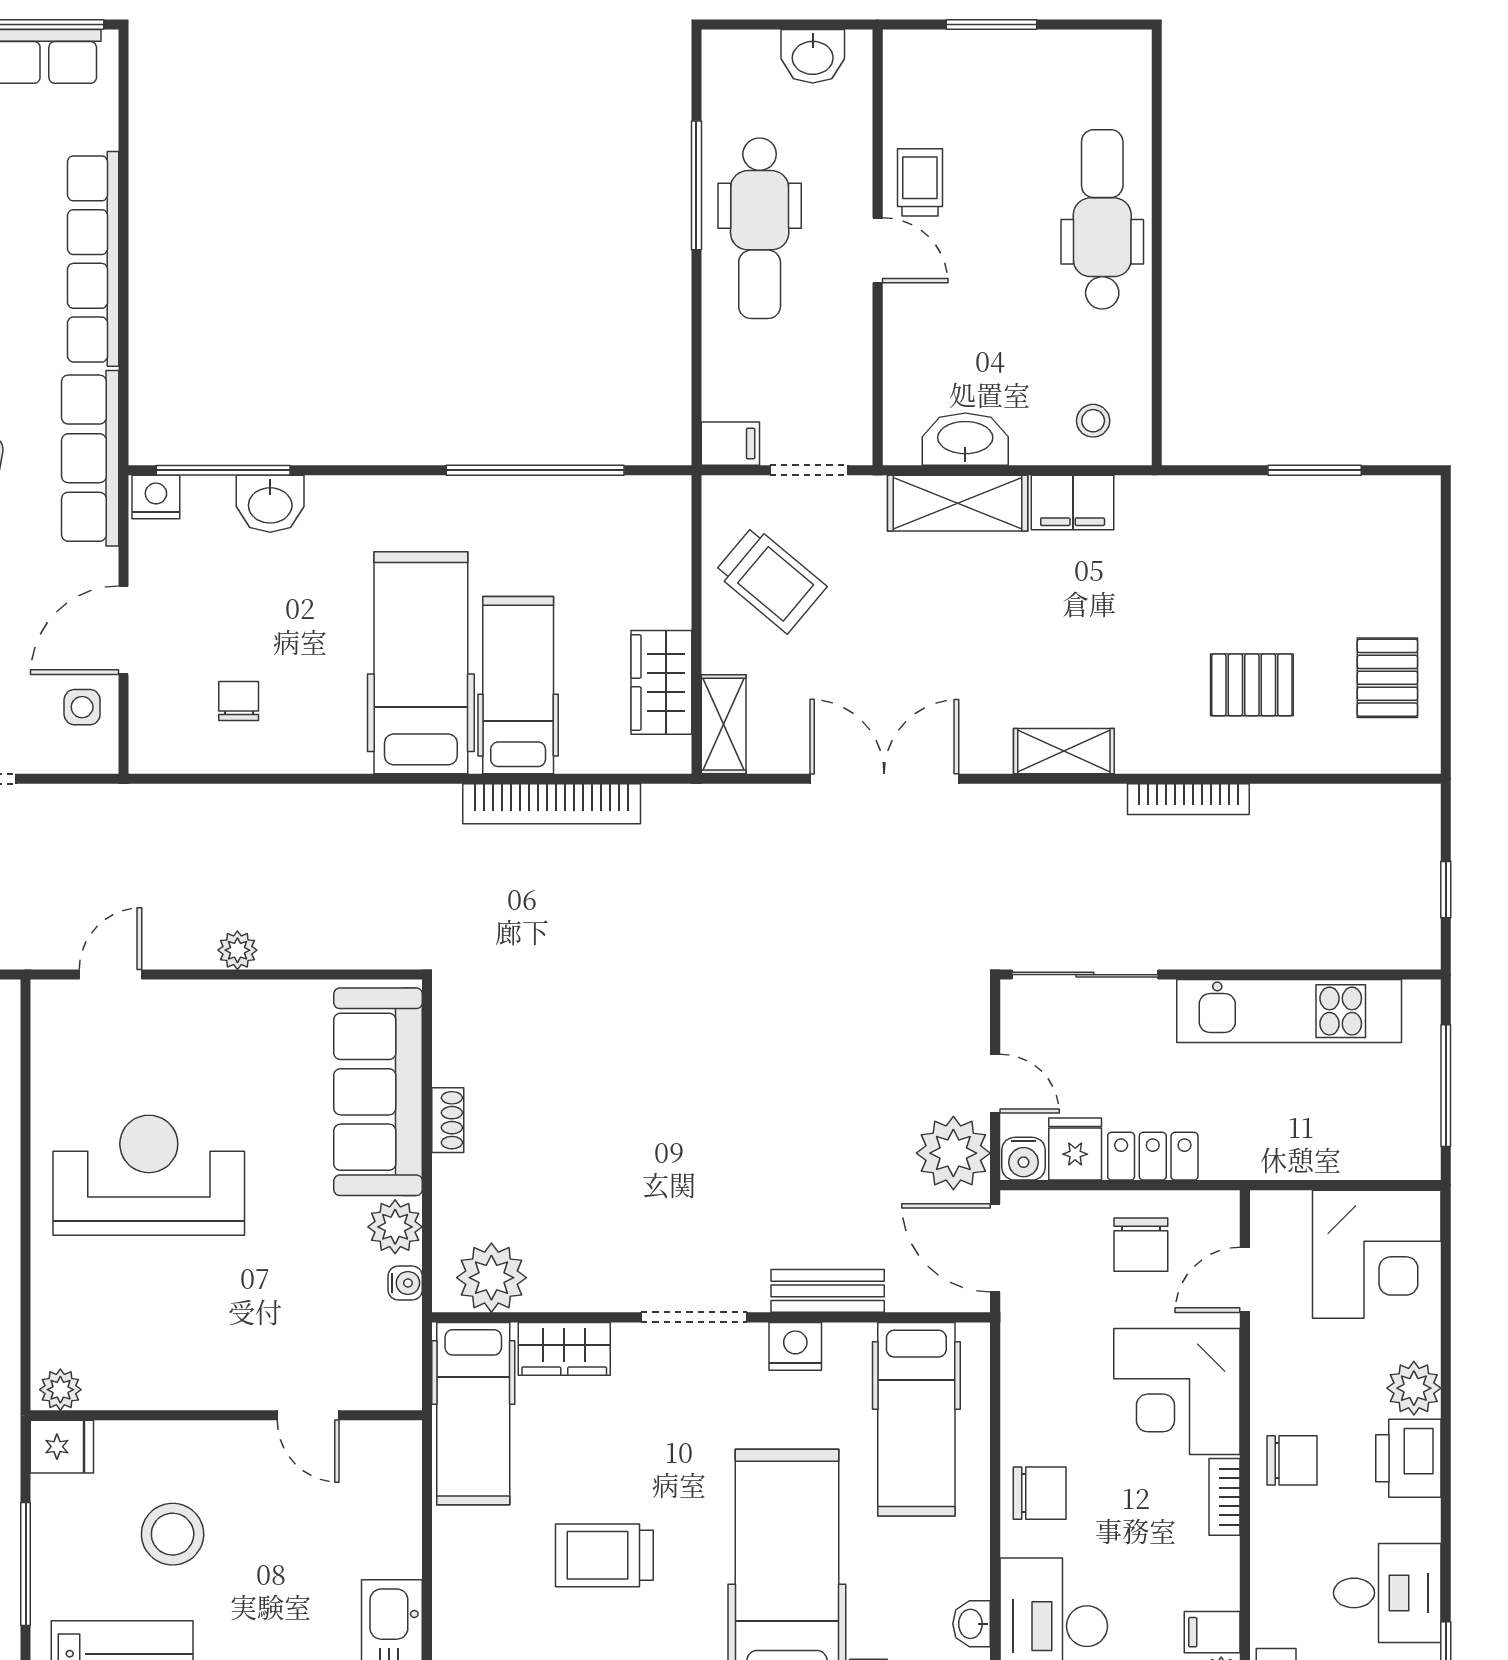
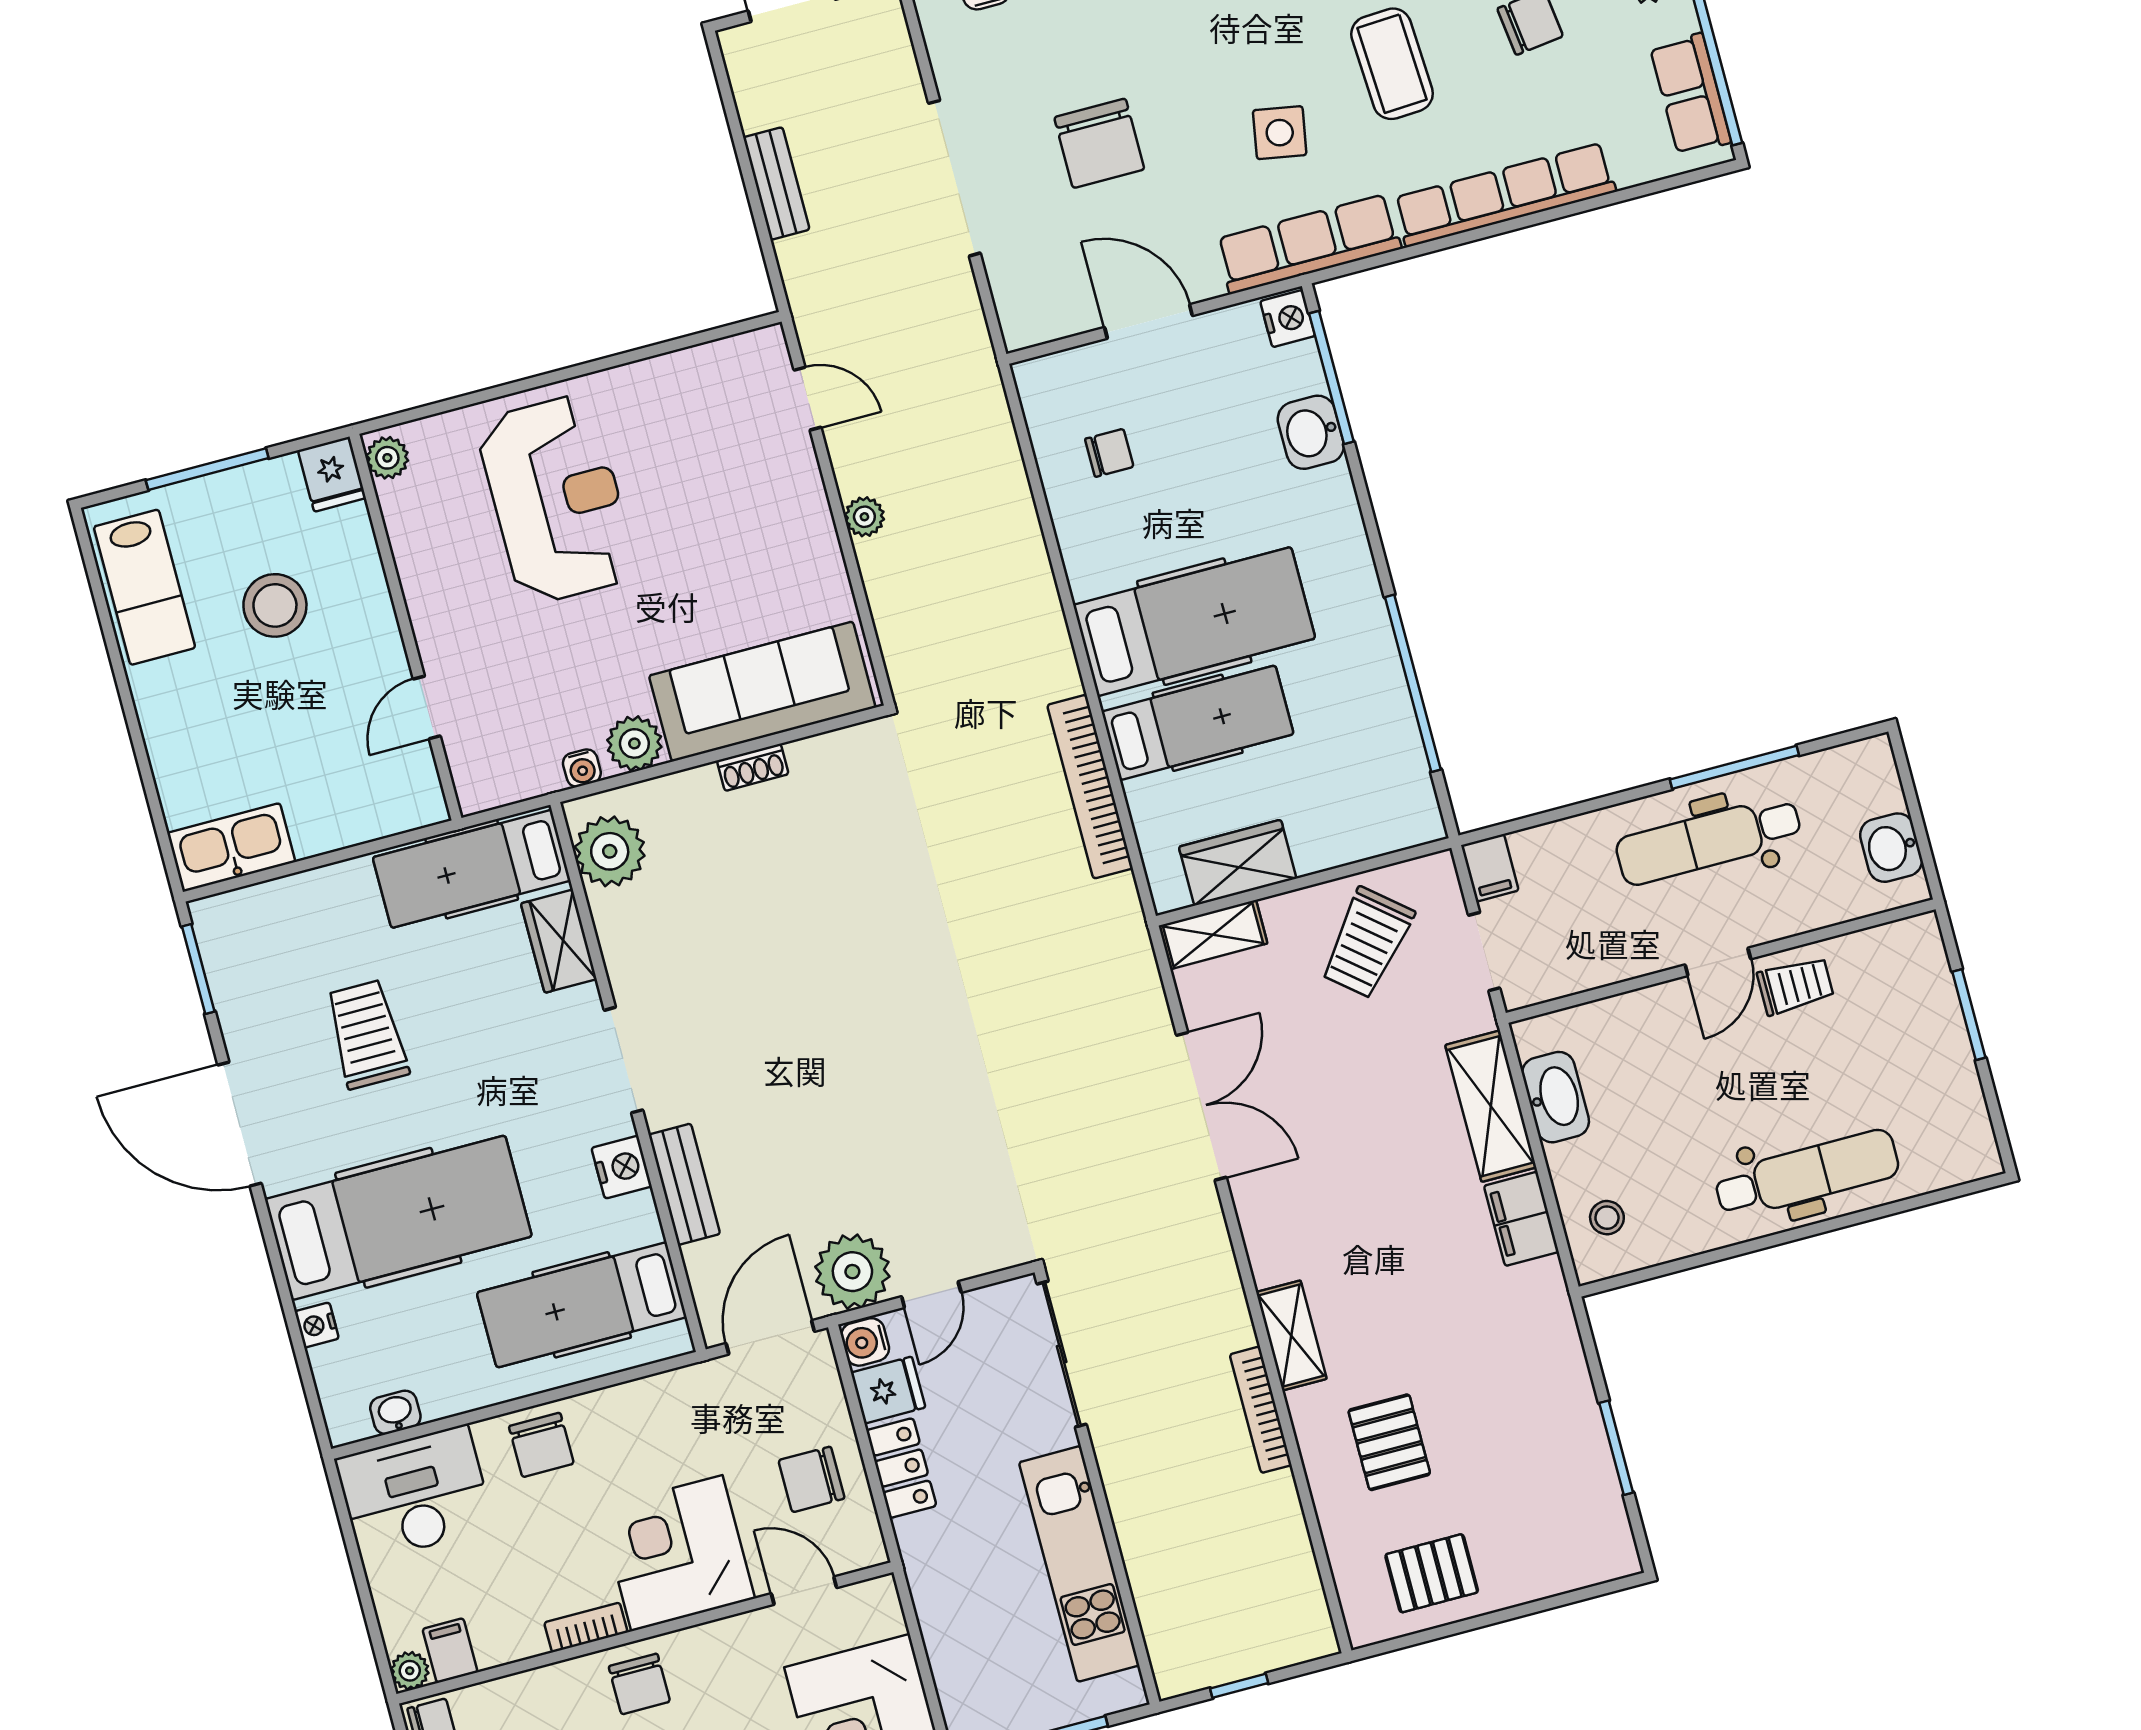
side table: (82, 707) -> (1062, 301), removed
shelving: (1064, 751) -> (1291, 1335), moved
reception desk: (149, 1175) -> (557, 499), moved

